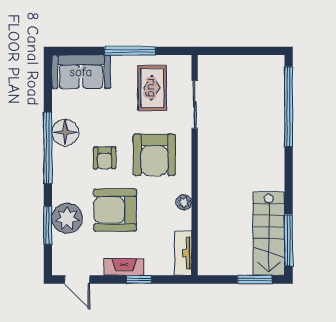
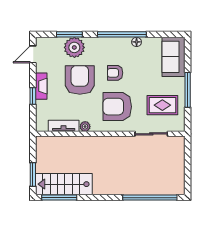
floor lamp: (65, 133) -> (137, 42), width x0.53, depth x0.53
tv unit: (183, 253) -> (64, 126), moved

